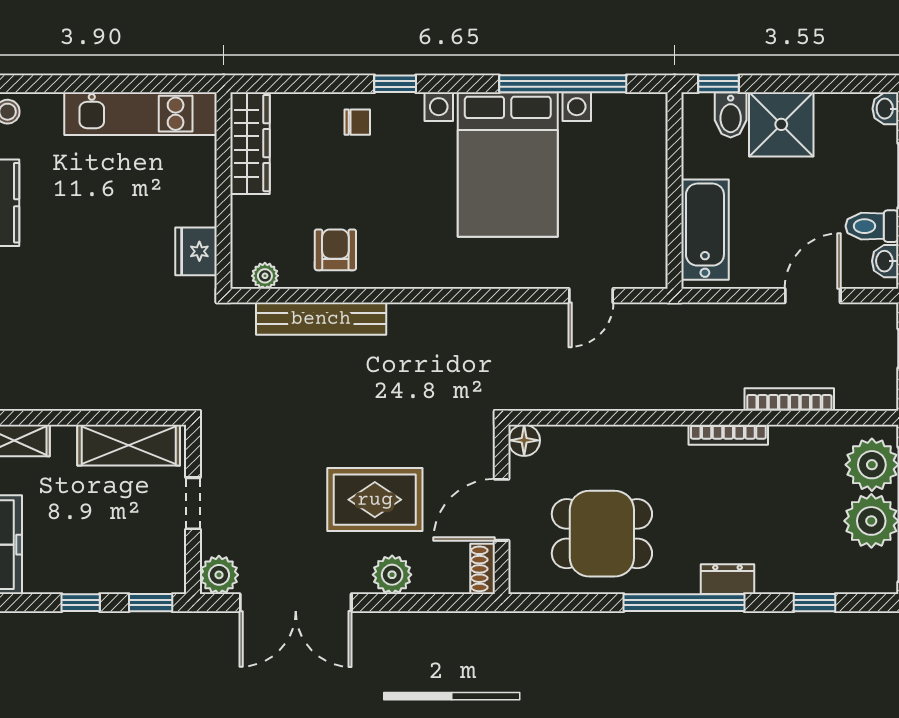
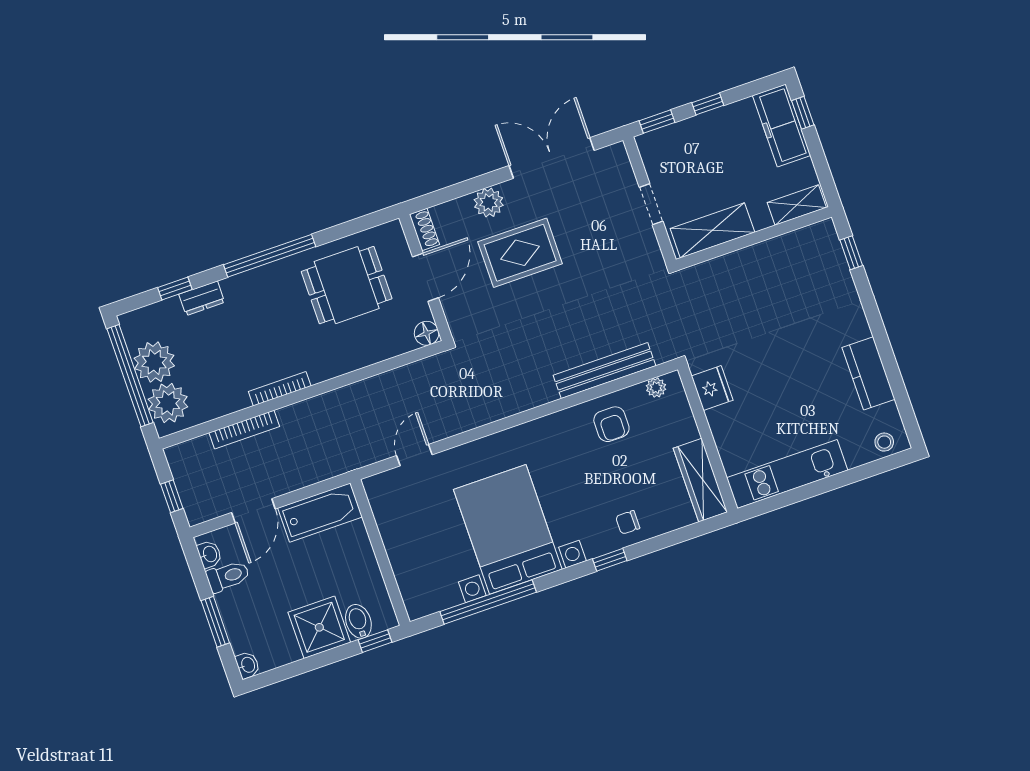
bathtub: (705, 230) -> (320, 513), moved, turned -90
plant: (219, 575) -> (614, 159), removed
dresser: (727, 579) -> (202, 298), moved

